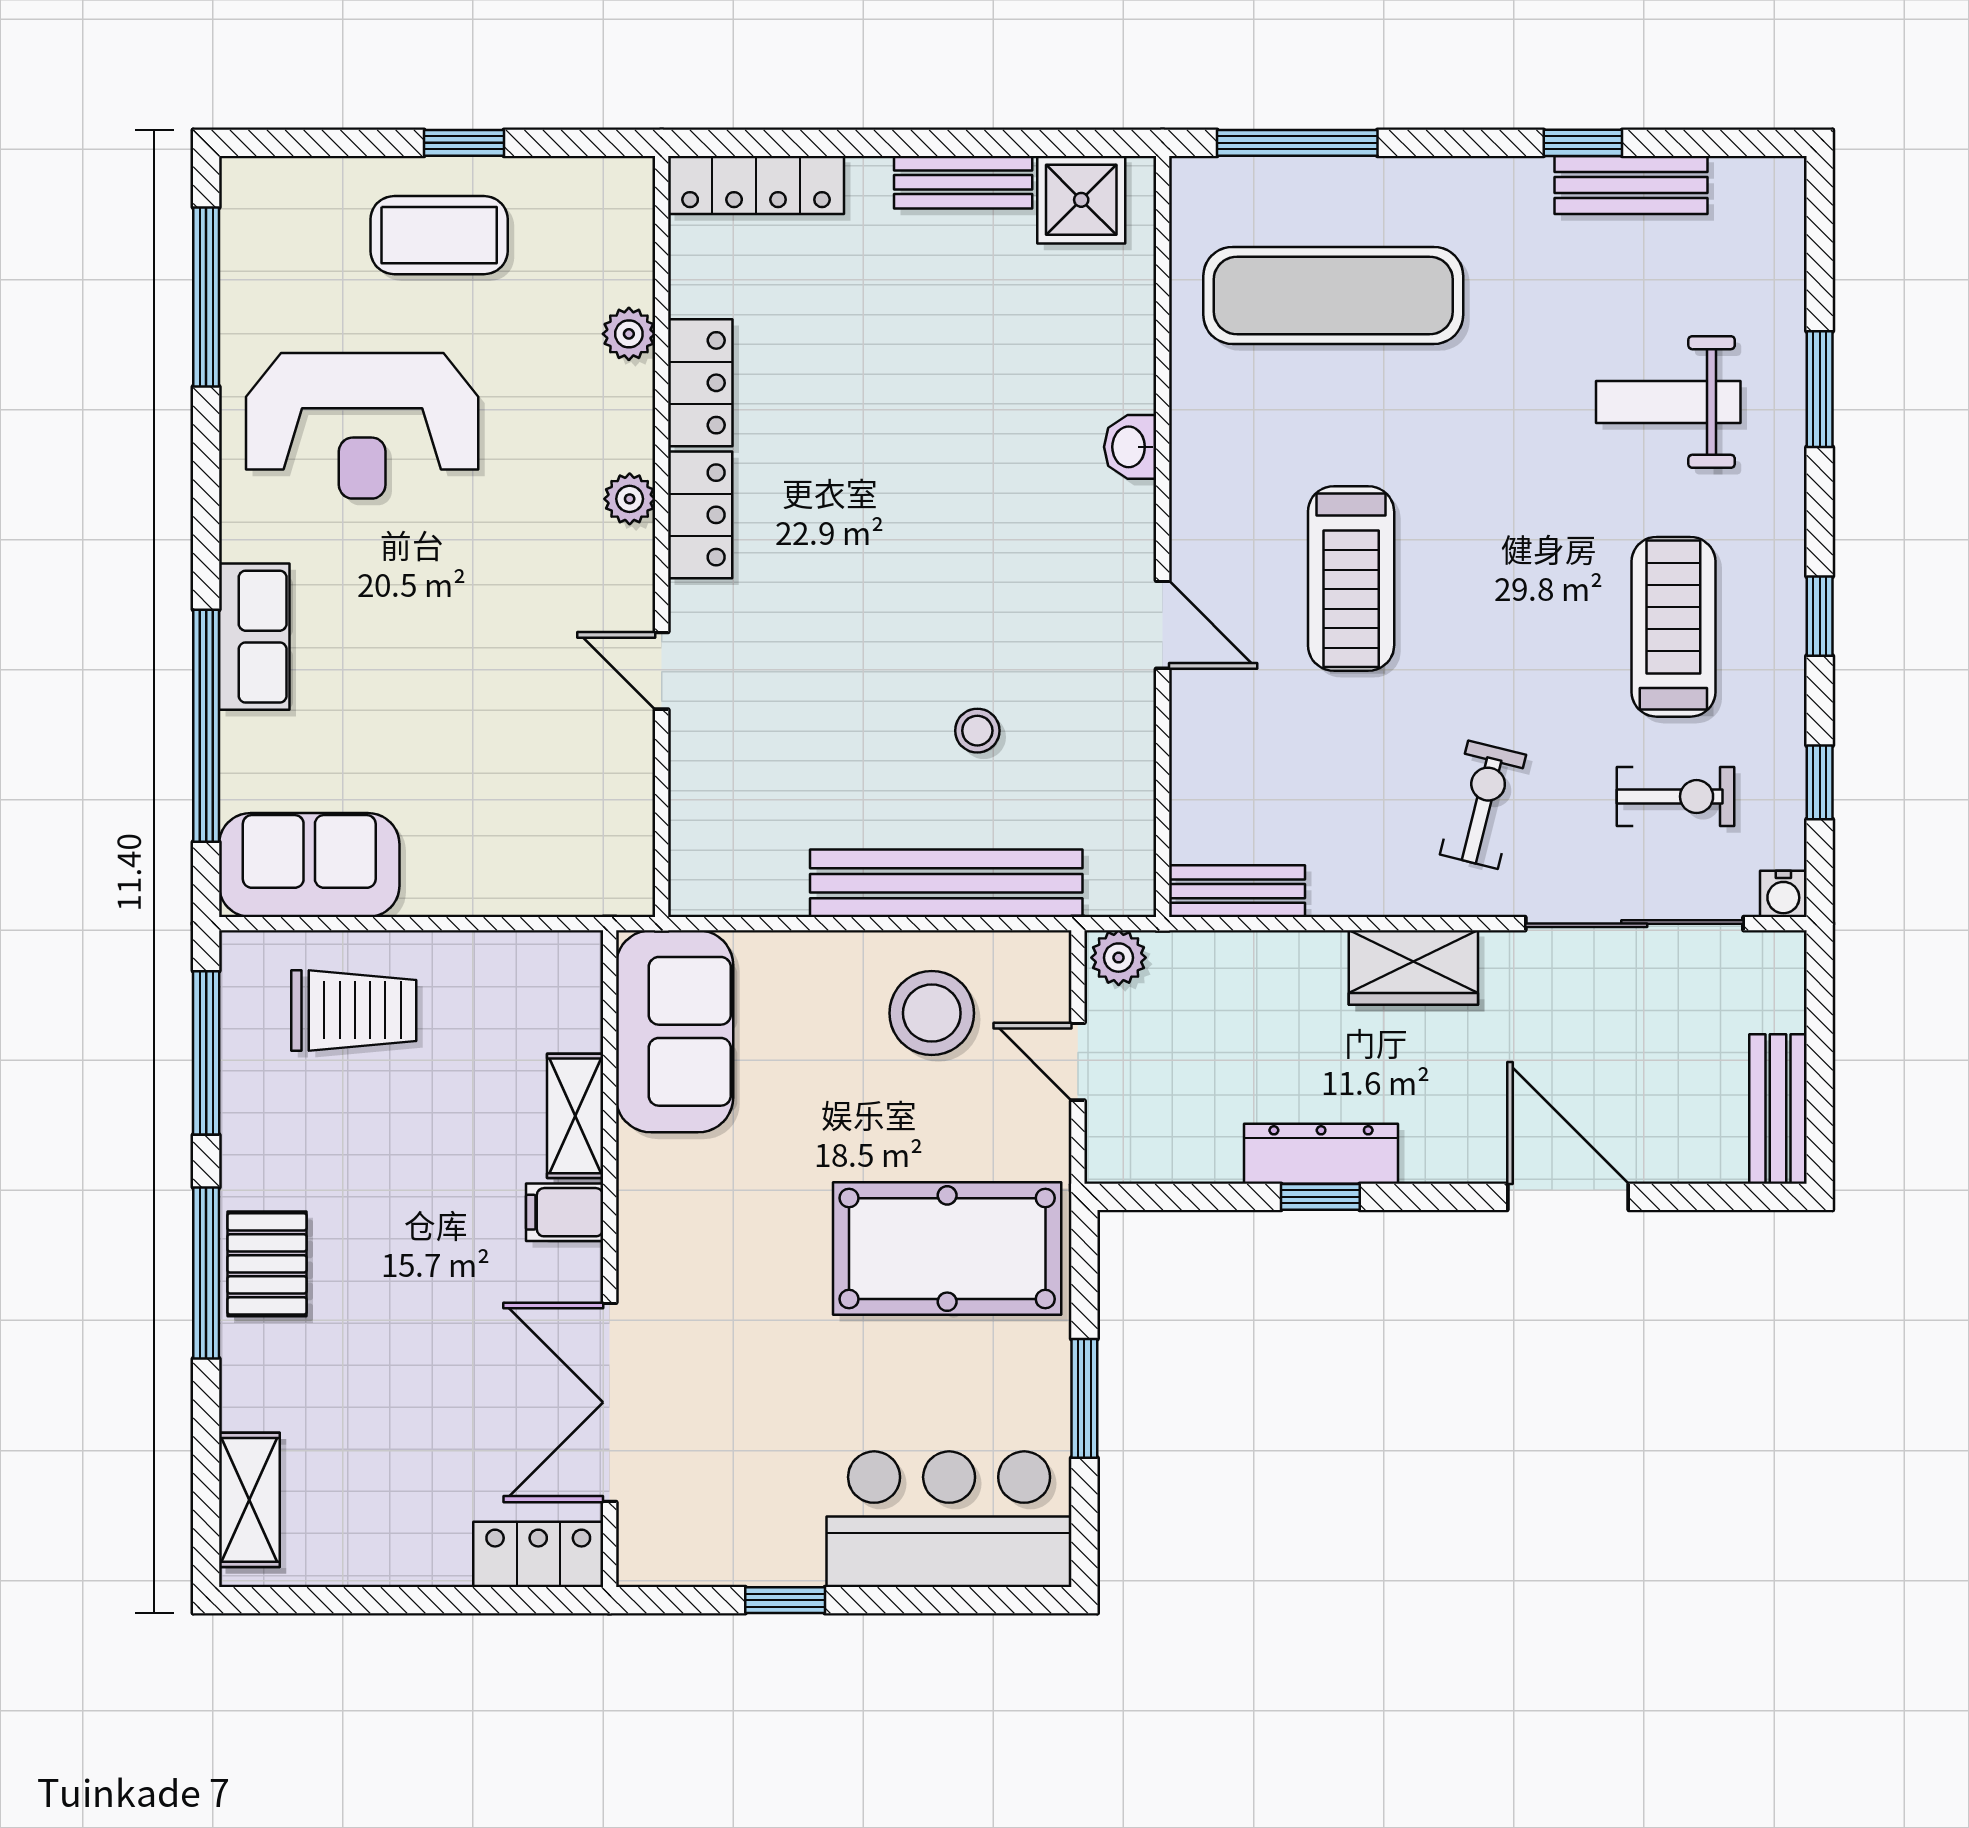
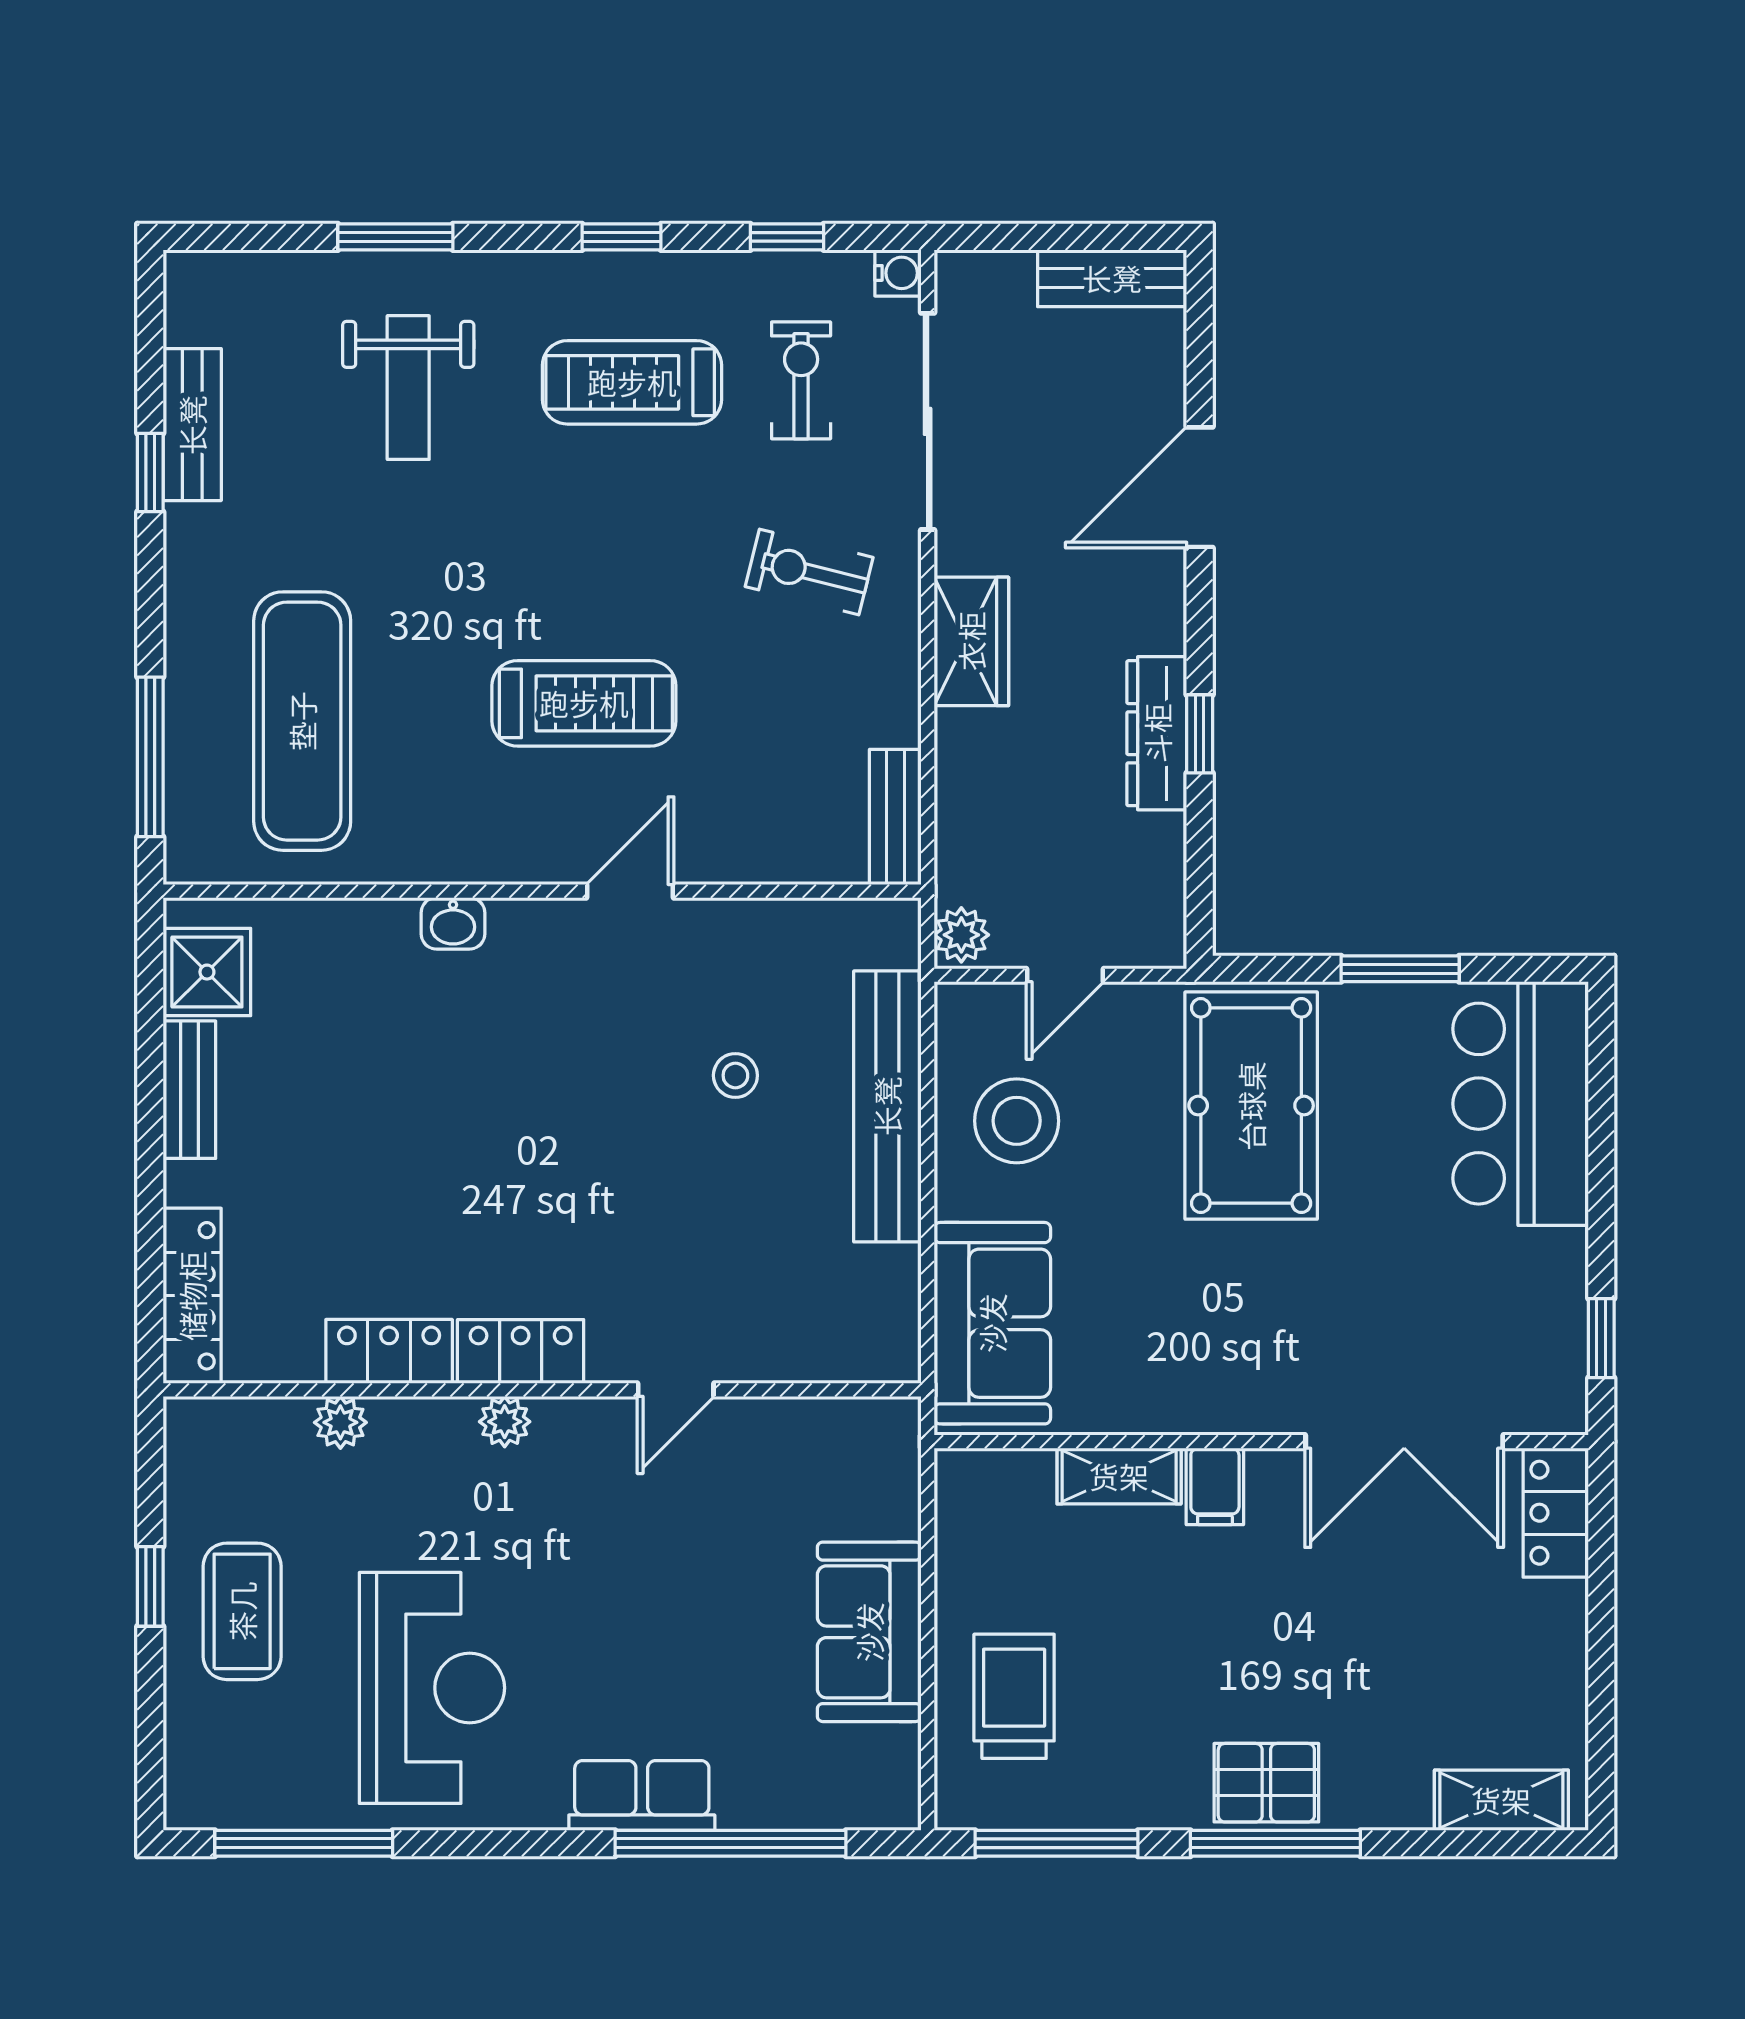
sofa: (309, 865) -> (869, 1632), moved
sofa: (675, 1031) -> (992, 1323), moved, turned 90
window: (785, 1600) -> (1601, 1338), moved

